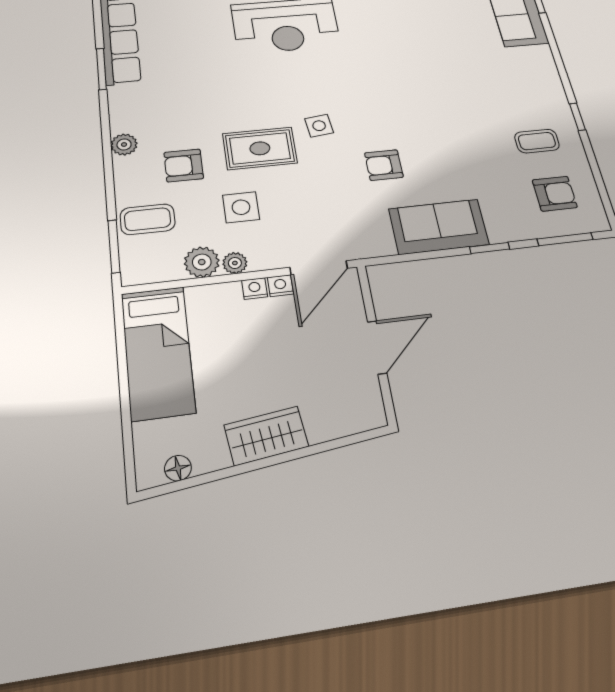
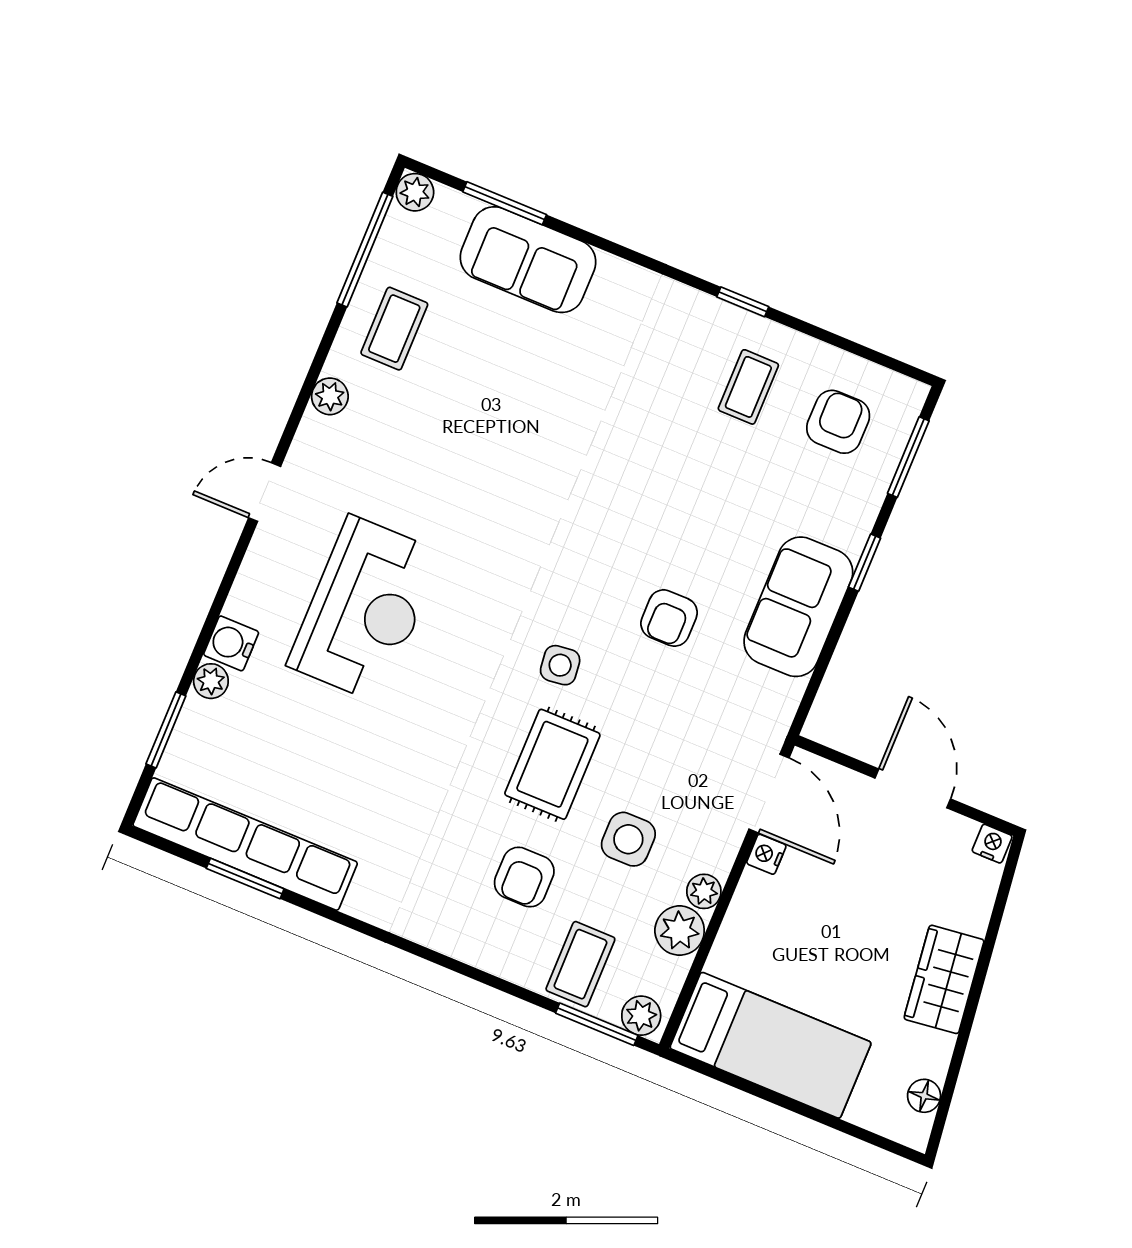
window: (101, 69) -> (245, 879), moved
plant: (124, 145) -> (641, 1016), moved
nightstand: (255, 289) -> (992, 844), moved, turned 90

